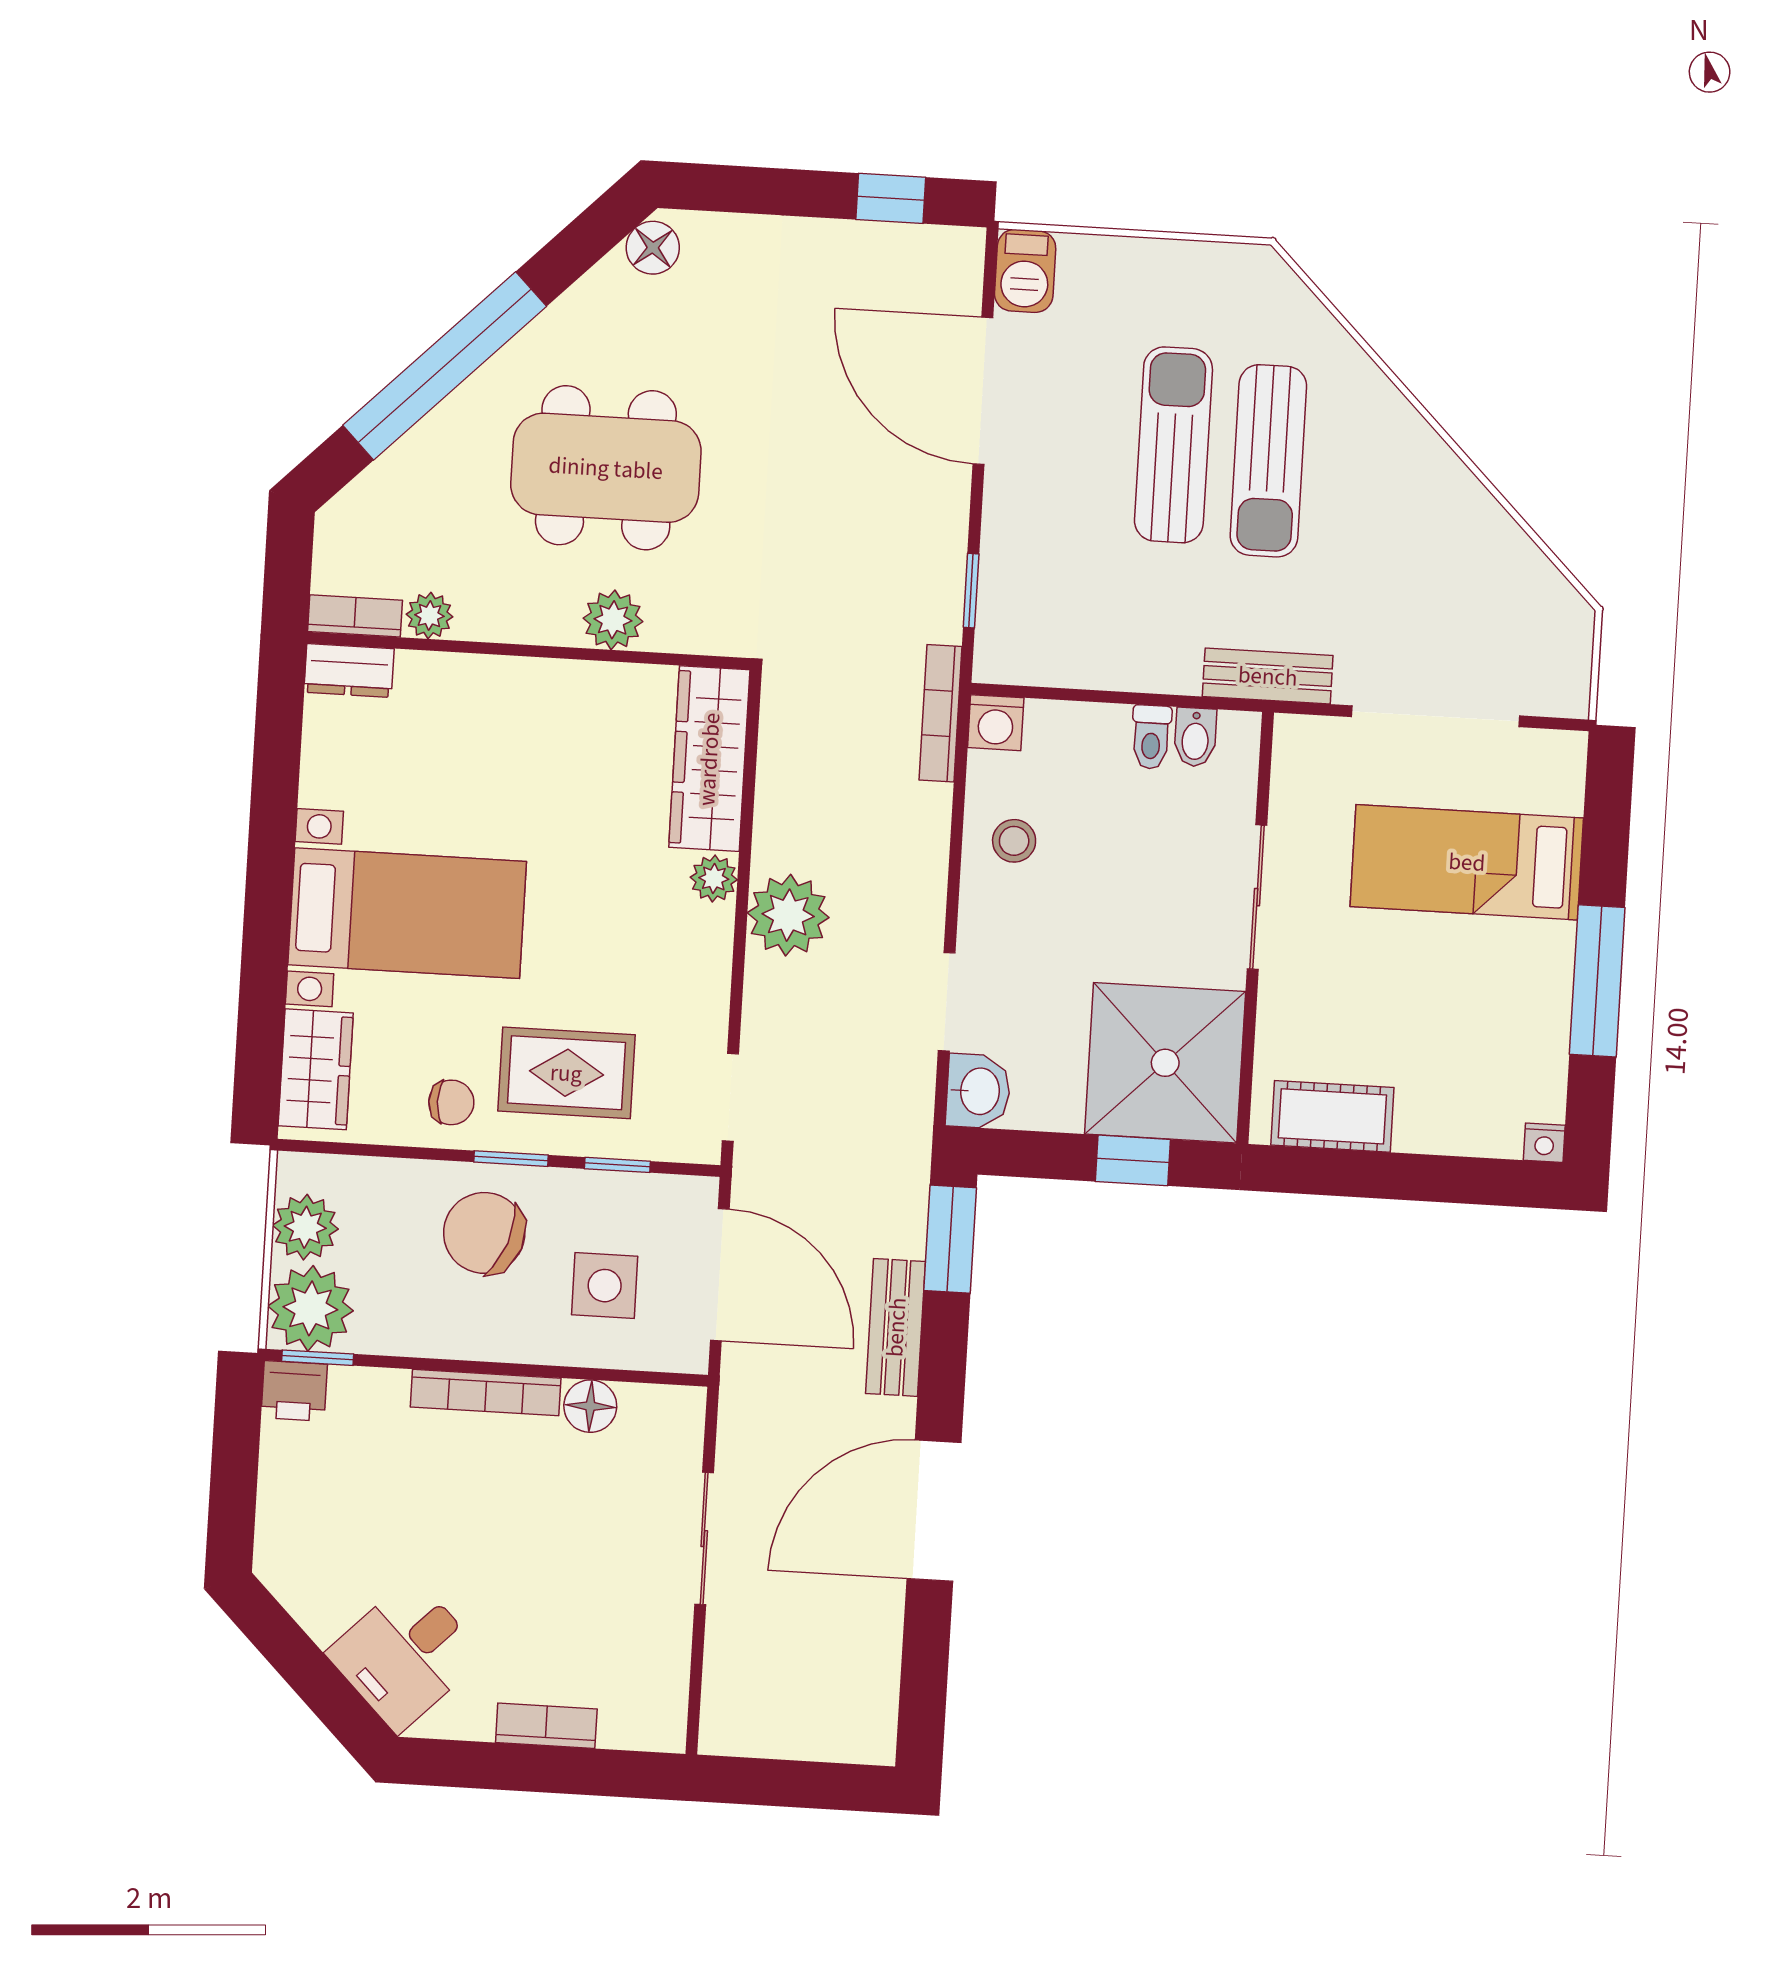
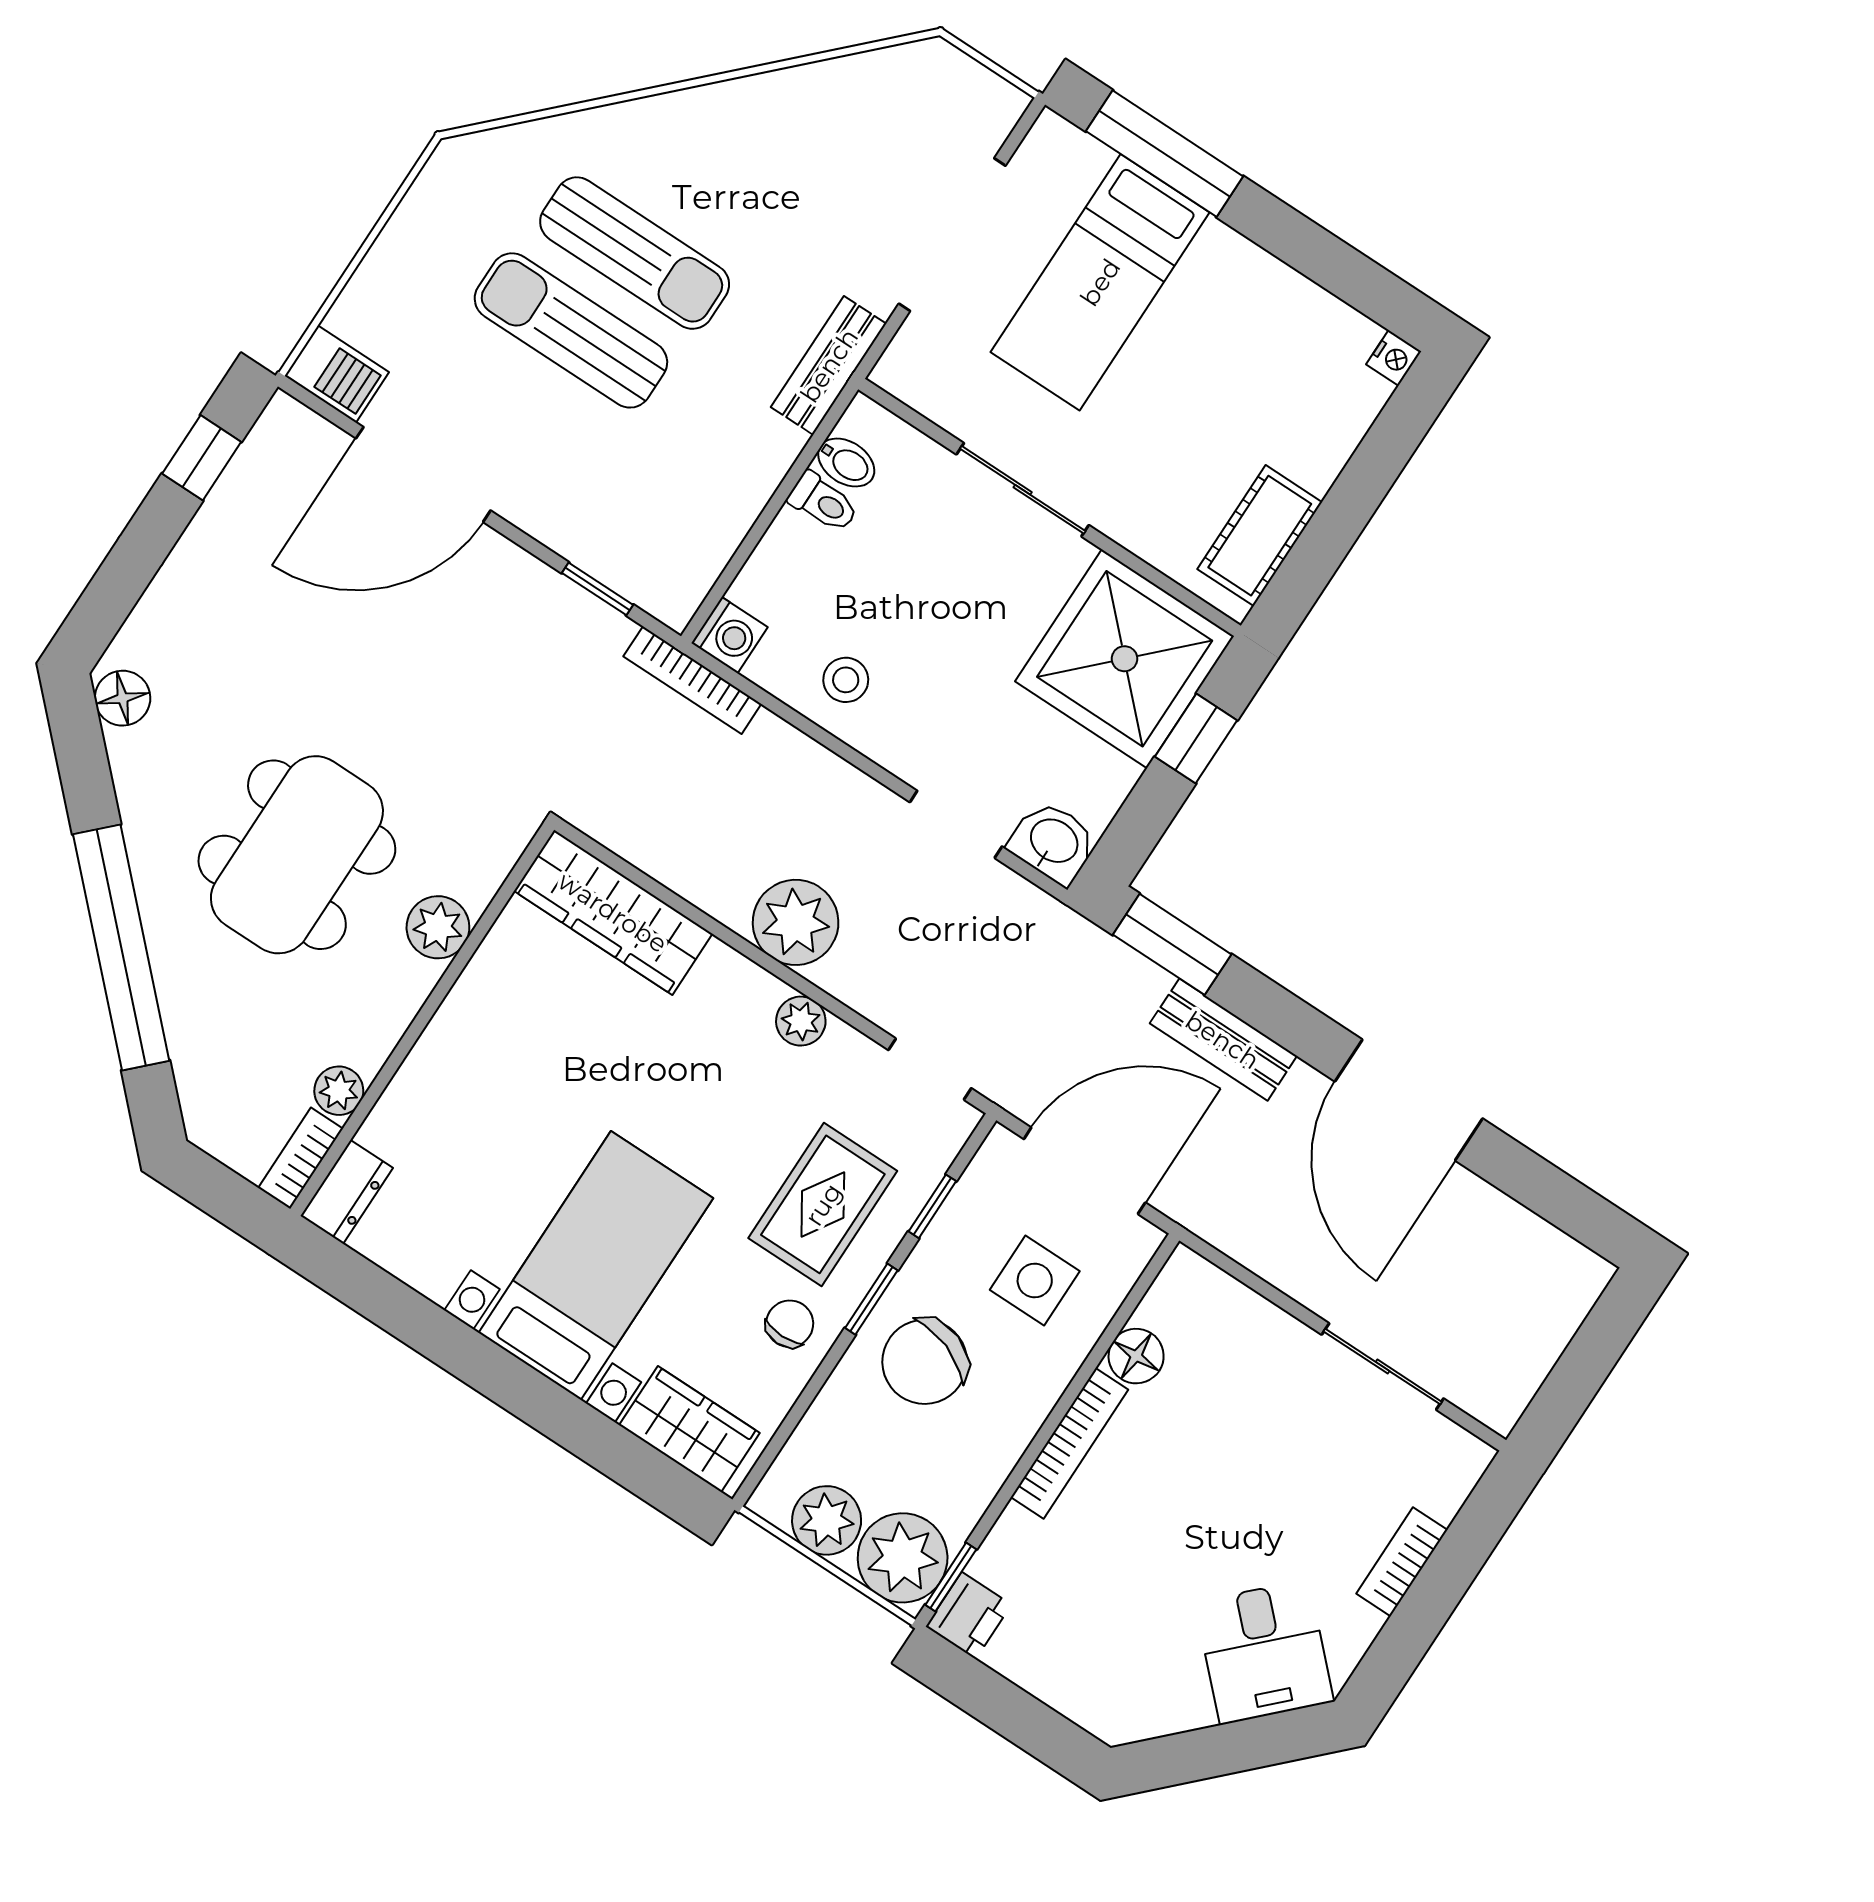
plant: (714, 878) -> (801, 1021), moved
window: (1597, 981) -> (1165, 154), moved
sliding door: (704, 1539) -> (1383, 1367), moved

